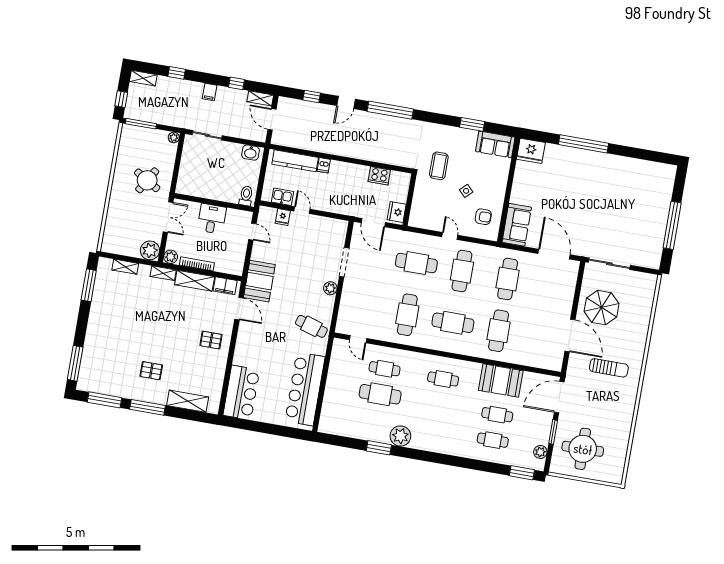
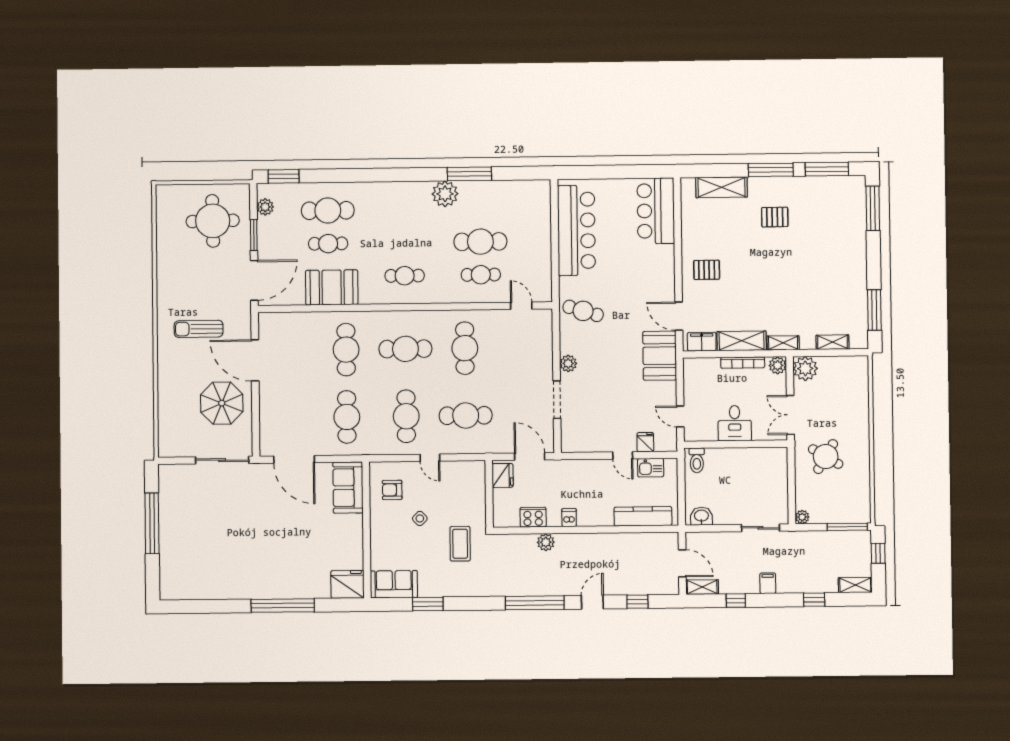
plant: (373, 155) -> (546, 542), added
dishwasher: (324, 165) -> (569, 518), moved
cafe table: (493, 440) -> (328, 211), width x1.37, depth x1.35
window: (379, 448) -> (469, 174), width x1.44

